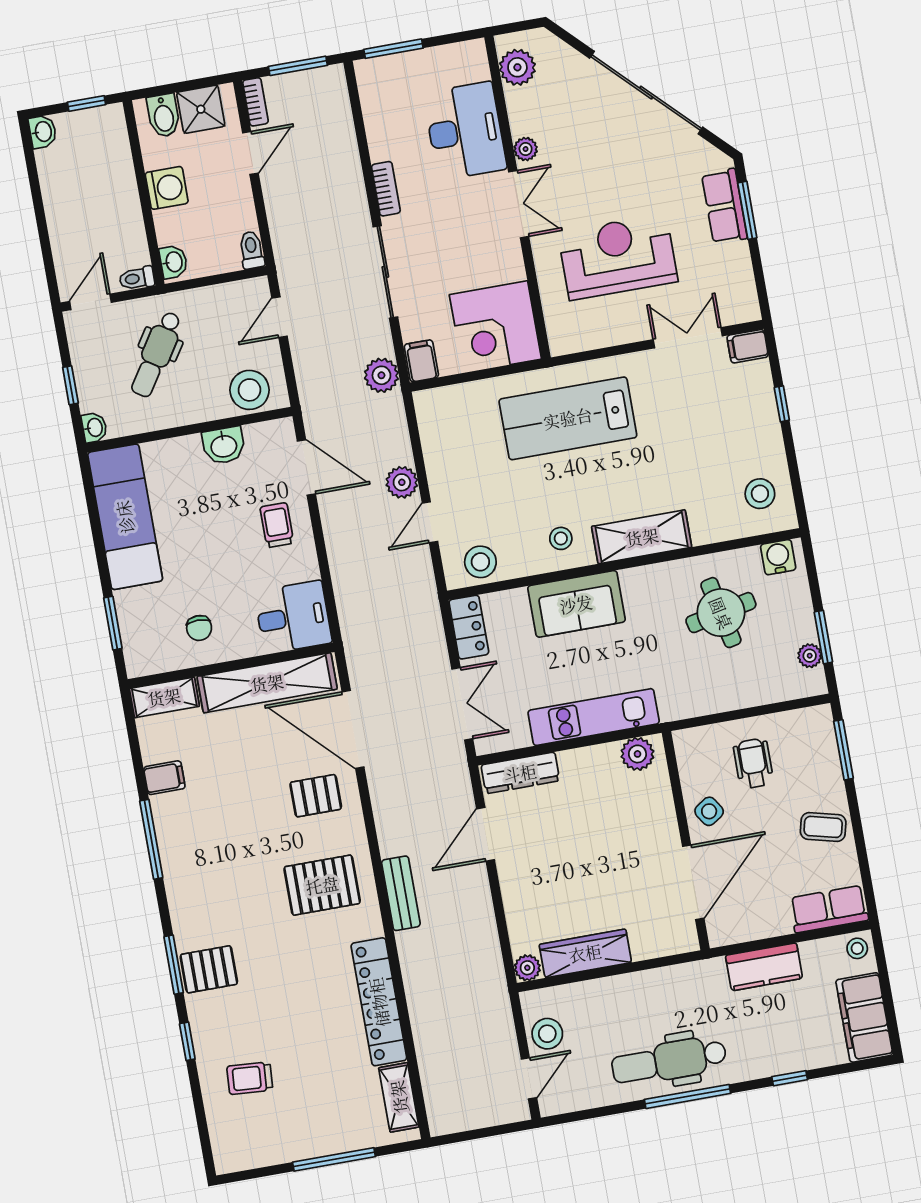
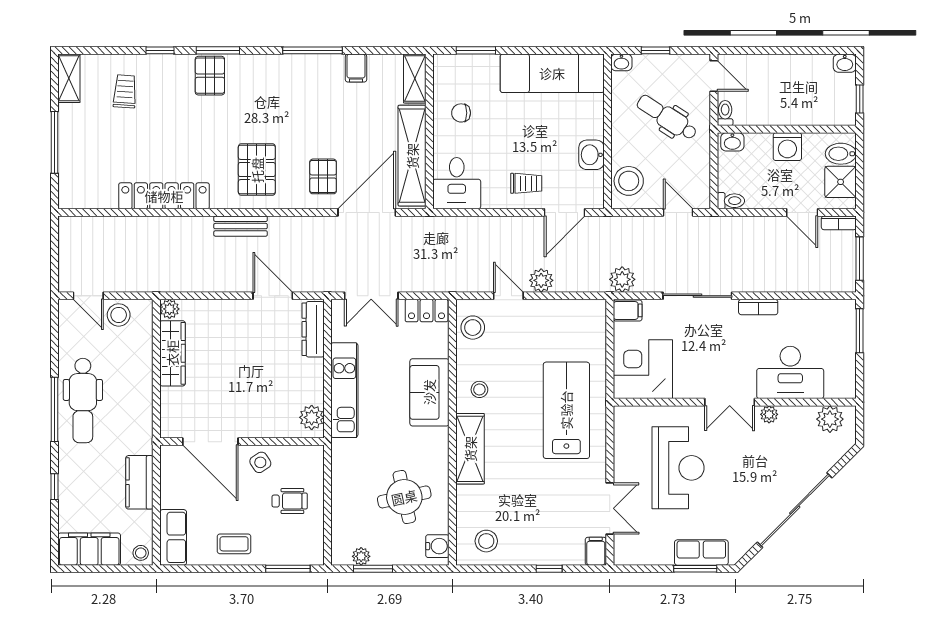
coffee table: (823, 827) -> (234, 544), turned 76
dental chair: (669, 1061) -> (83, 401), turned 180
shelving: (399, 1097) -> (69, 78), moved, turned 90

